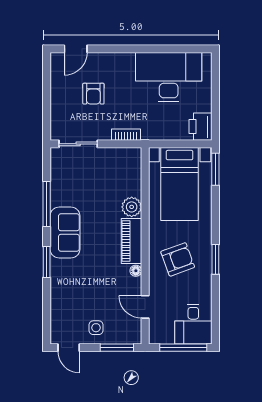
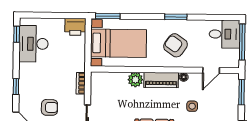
window: (121, 49) -> (16, 87), added
window: (190, 49) -> (17, 34), added
desk: (169, 77) -> (34, 44), width x0.73, depth x0.77
armchair: (178, 259) -> (176, 45), turned -35
side table: (96, 328) -> (192, 106), moved

